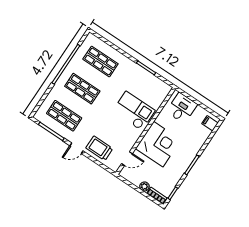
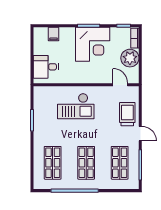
checkout: (134, 111) -> (76, 106), turned -90
filing cabinet: (210, 123) -> (54, 34), moved
corner desk: (158, 144) -> (93, 44), moved, turned 180
trolley: (99, 148) -> (127, 114), turned 180
plant: (144, 186) -> (130, 58), width x1.88, depth x1.88

